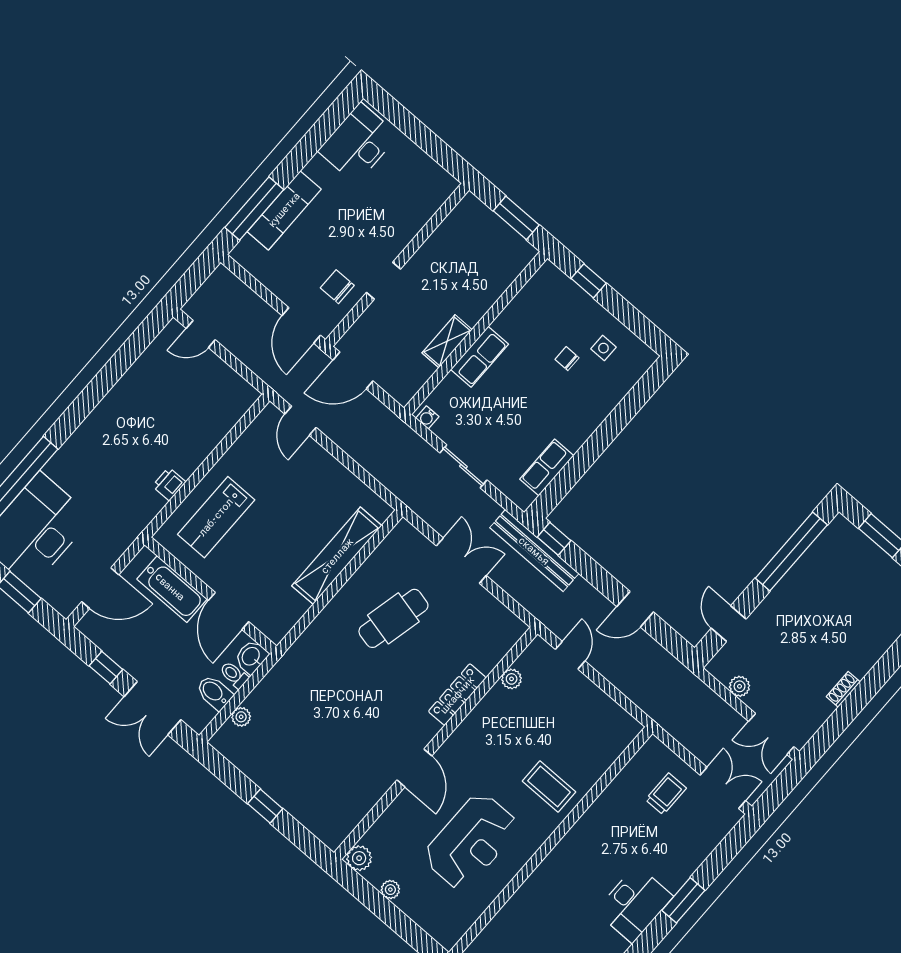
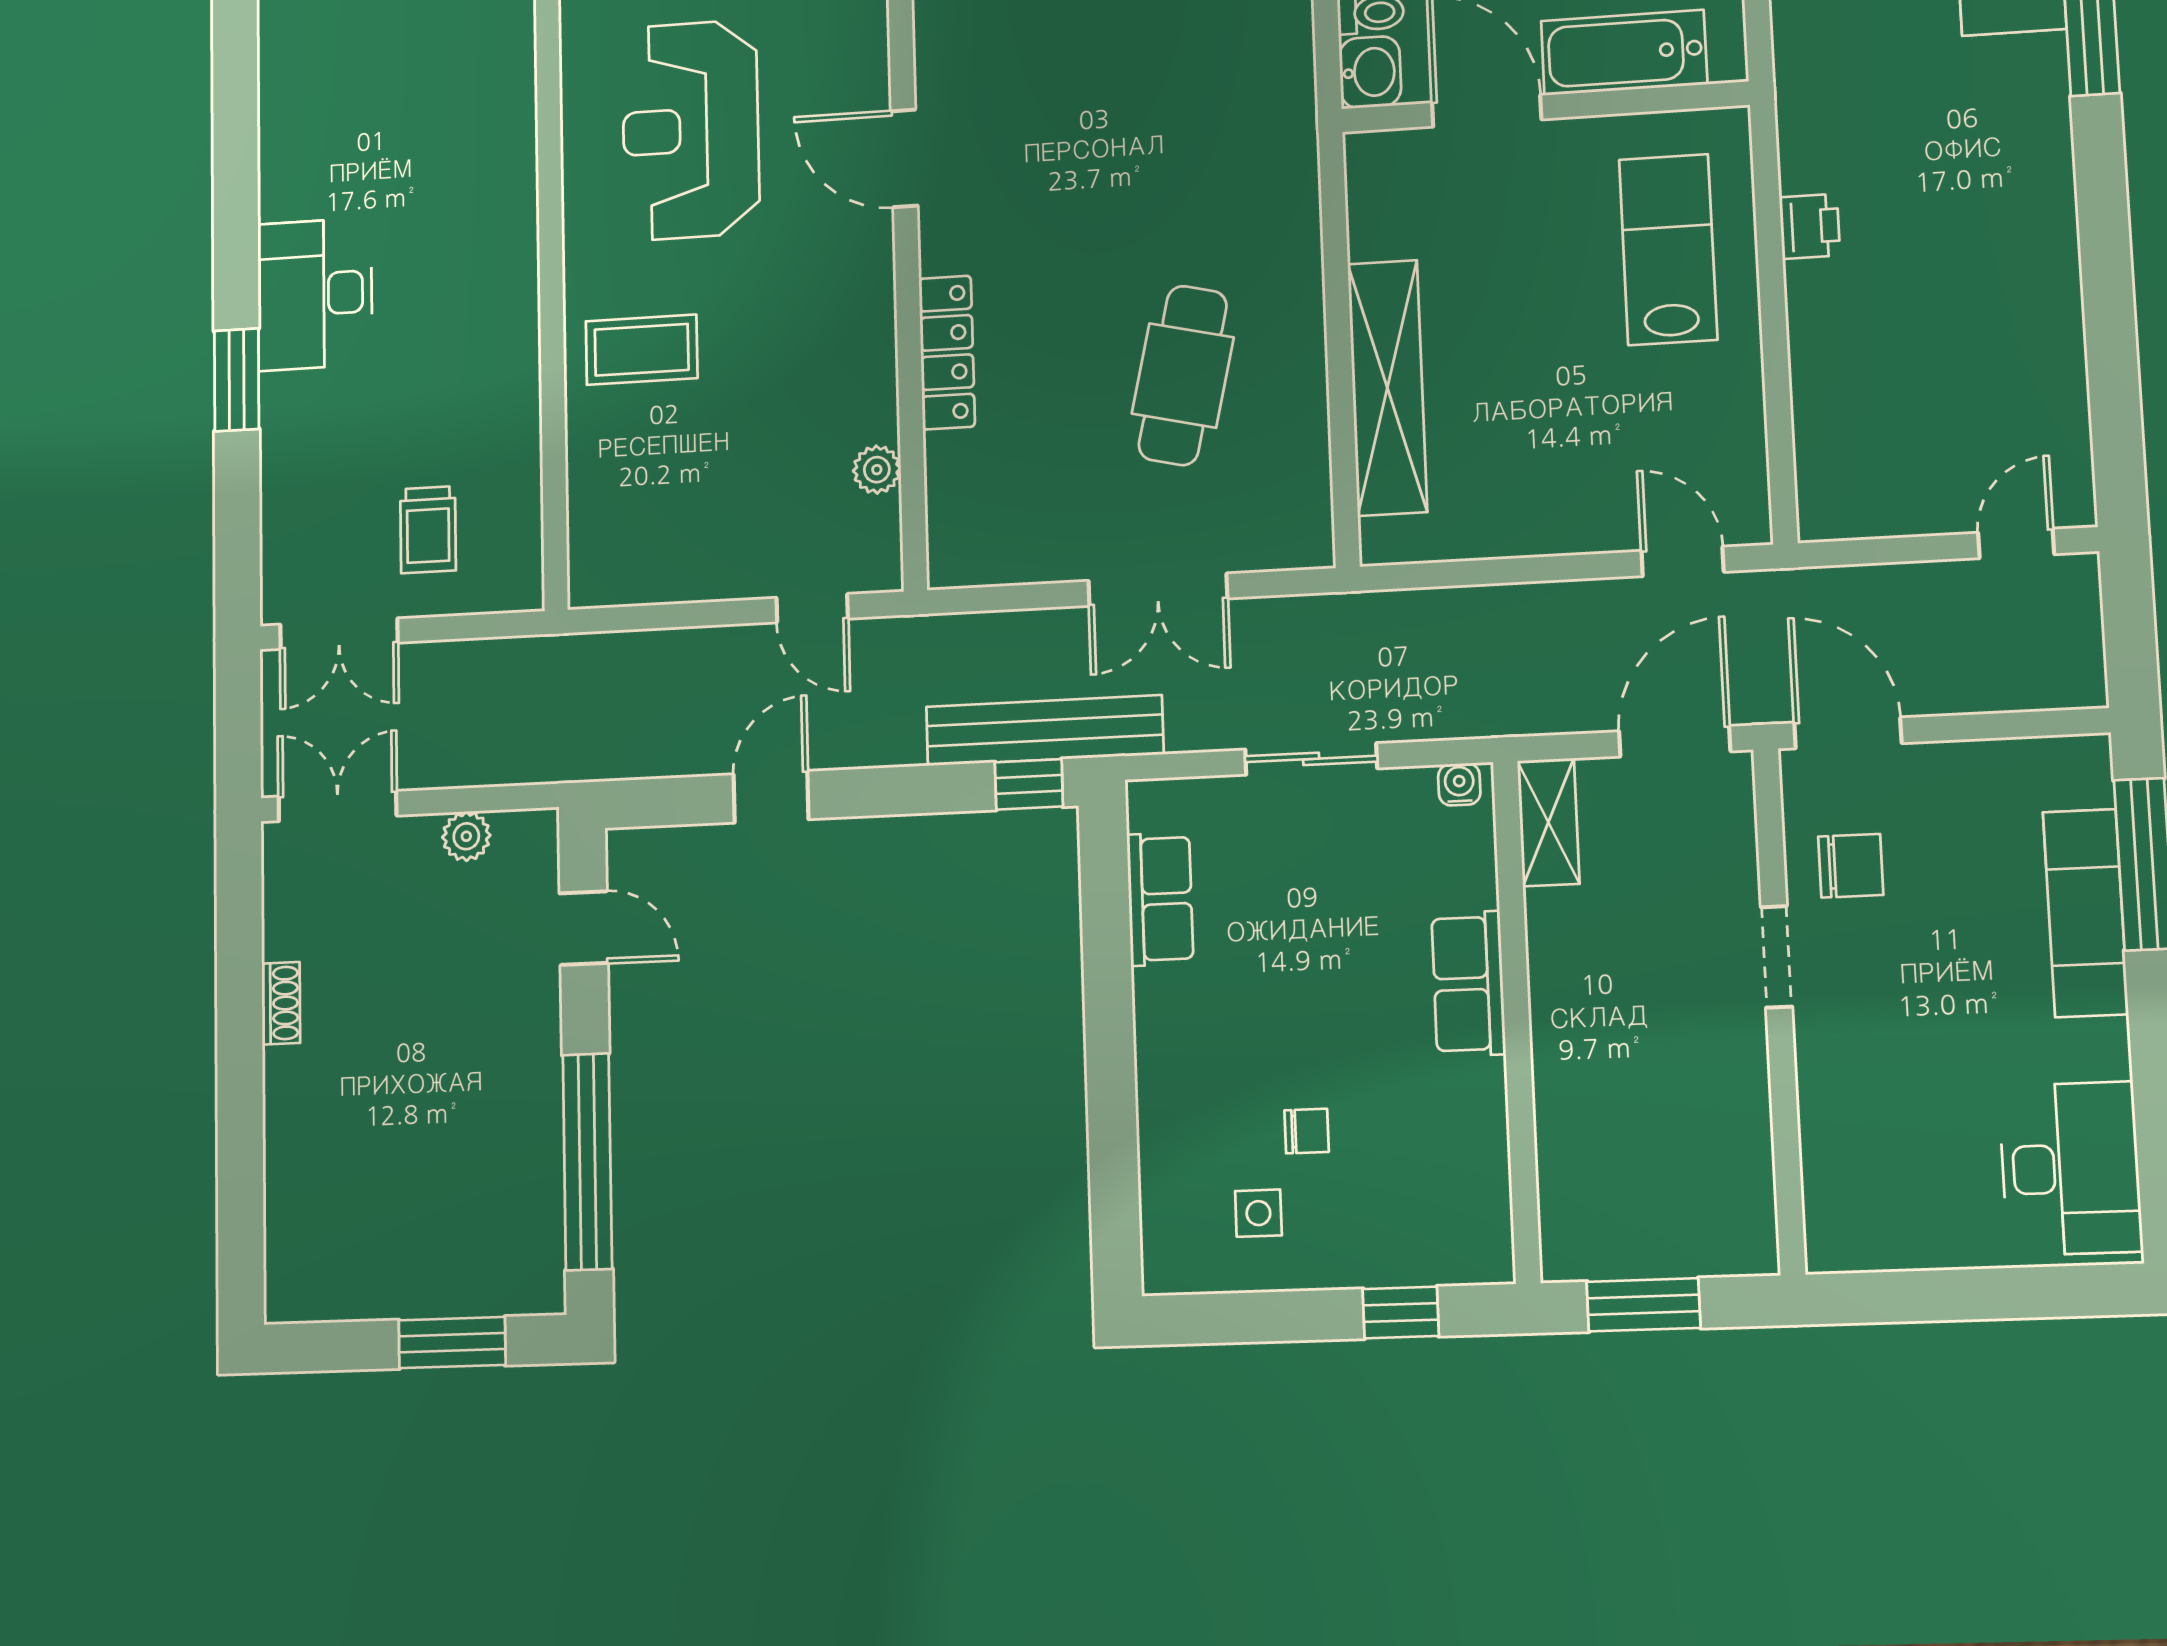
shelving: (447, 341) -> (1548, 822), moved

